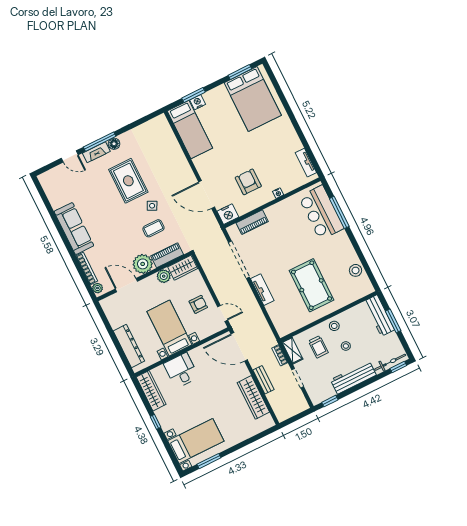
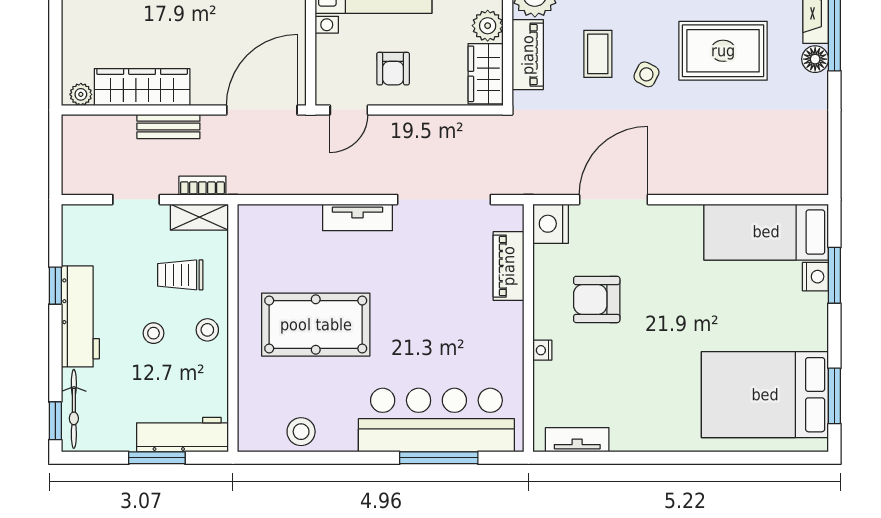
armchair: (248, 182) -> (597, 299), turned 180
bar counter: (321, 213) -> (436, 420), width x1.36
window: (330, 401) -> (55, 286), moved
plant: (268, 420) -> (81, 94), added

